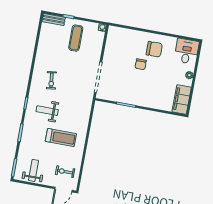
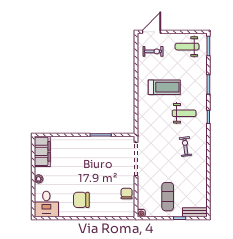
chair: (141, 64) -> (127, 194), moved
treadmill: (61, 137) -> (164, 87), turned 180
weight bench: (34, 170) -> (187, 47), turned 90

